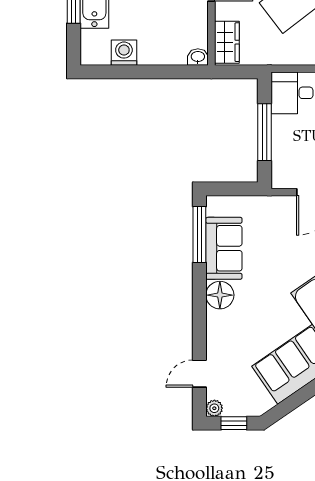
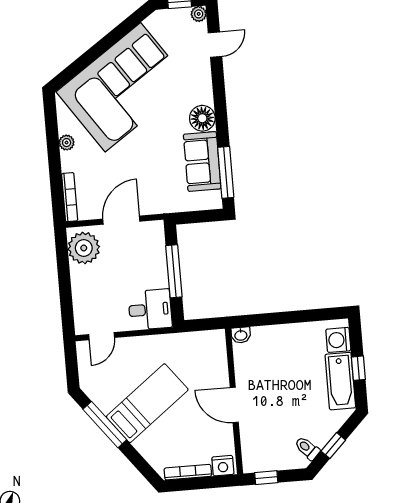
wardrobe: (227, 42) -> (215, 351), removed
washing machine: (124, 53) -> (338, 340), moved, turned 90

